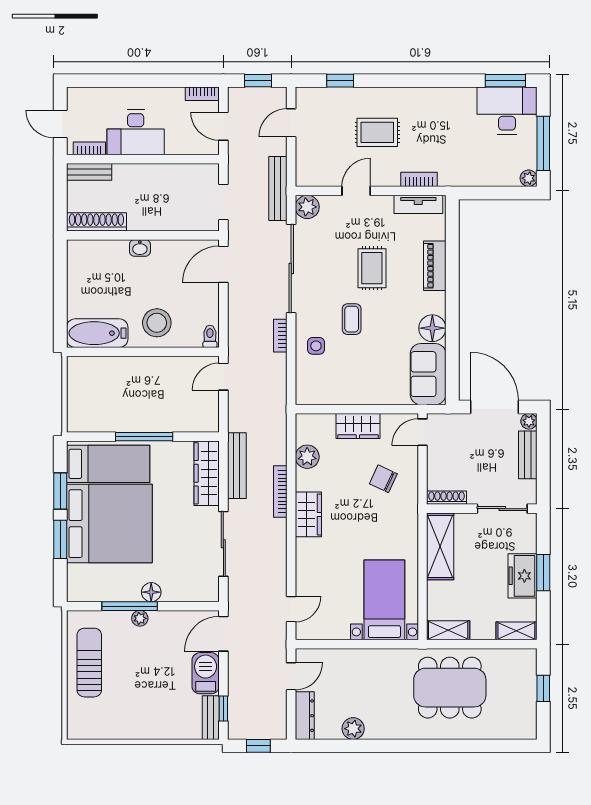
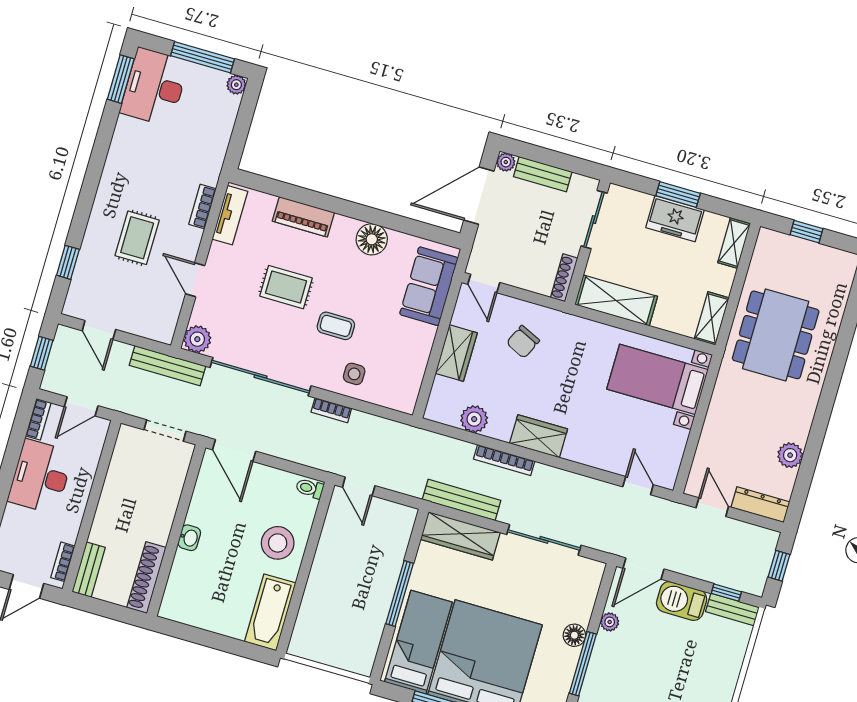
desk: (136, 132) -> (41, 477), moved, turned 180
sofa: (428, 374) -> (429, 286), moved, turned 90
plant: (140, 618) -> (610, 622), moved
door: (223, 634) -> (643, 569), hinge flipped

